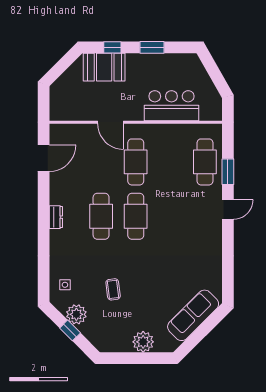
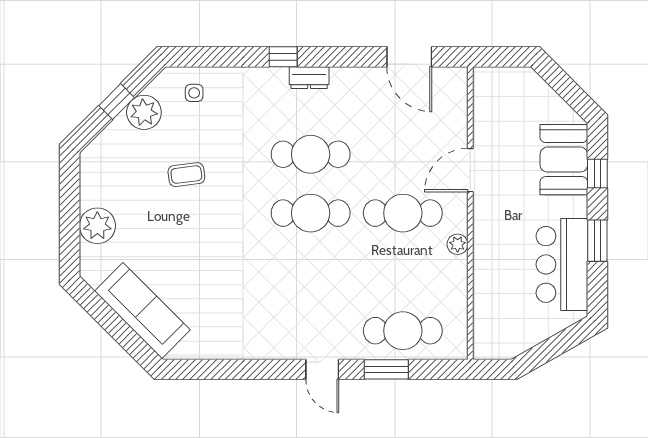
bar counter: (171, 106) -> (562, 264), moved, turned 180
plant: (154, 130) -> (458, 244), added
window: (44, 232) -> (283, 57), added

